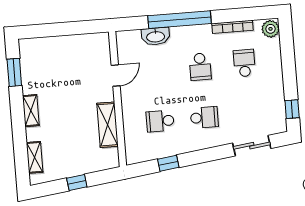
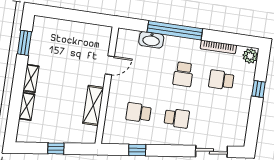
school desk: (244, 63) -> (221, 80), turned -90
window: (292, 109) -> (259, 89), moved
shelving: (35, 157) -> (27, 106), moved

